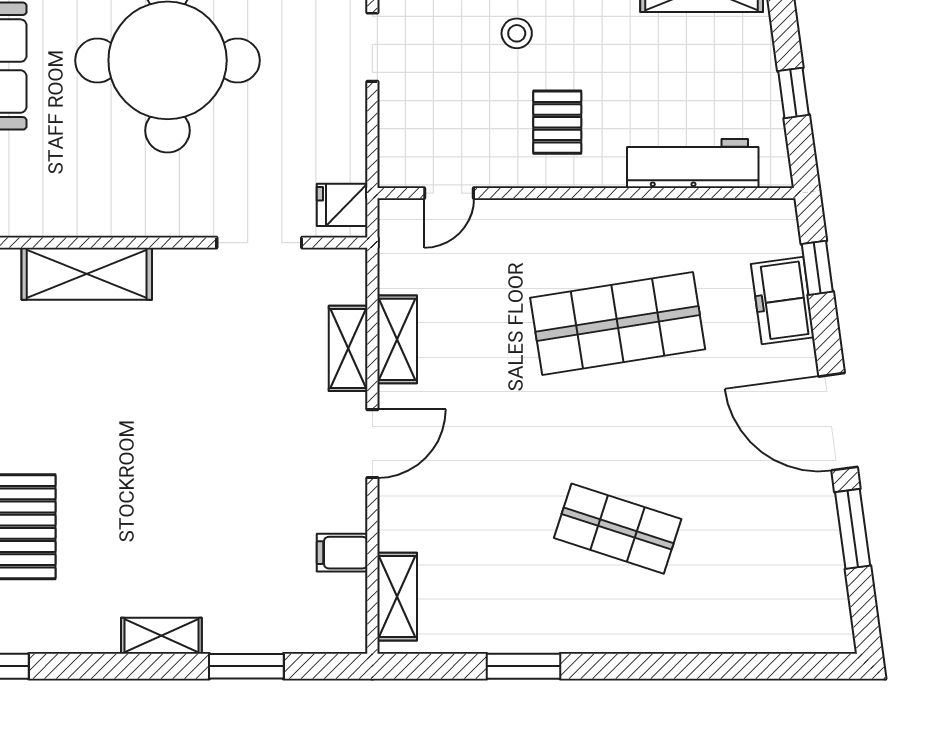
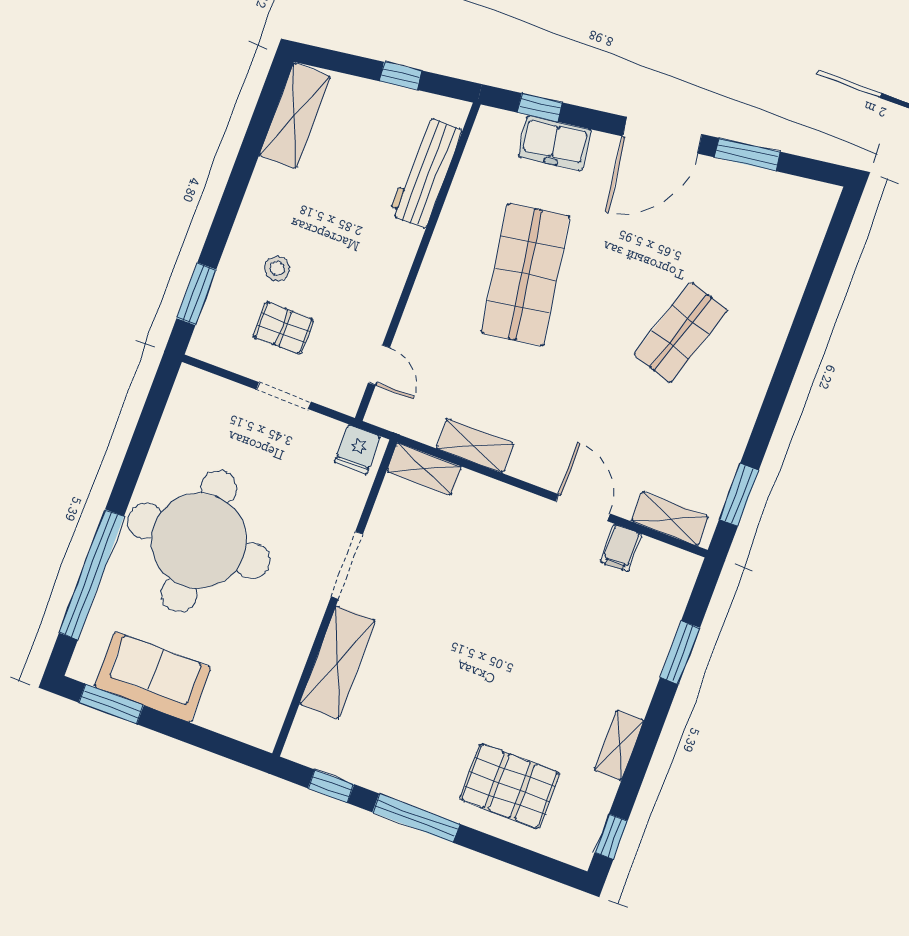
doorway: (372, 47) -> (284, 396), moved
pallet: (557, 122) -> (283, 328), moved
doorway: (259, 243) -> (347, 565), moved
shelving: (348, 348) -> (424, 469), moved
door: (372, 444) -> (583, 508), moved
shelving: (161, 636) -> (619, 745), moved
window: (523, 666) -> (739, 495), moved

